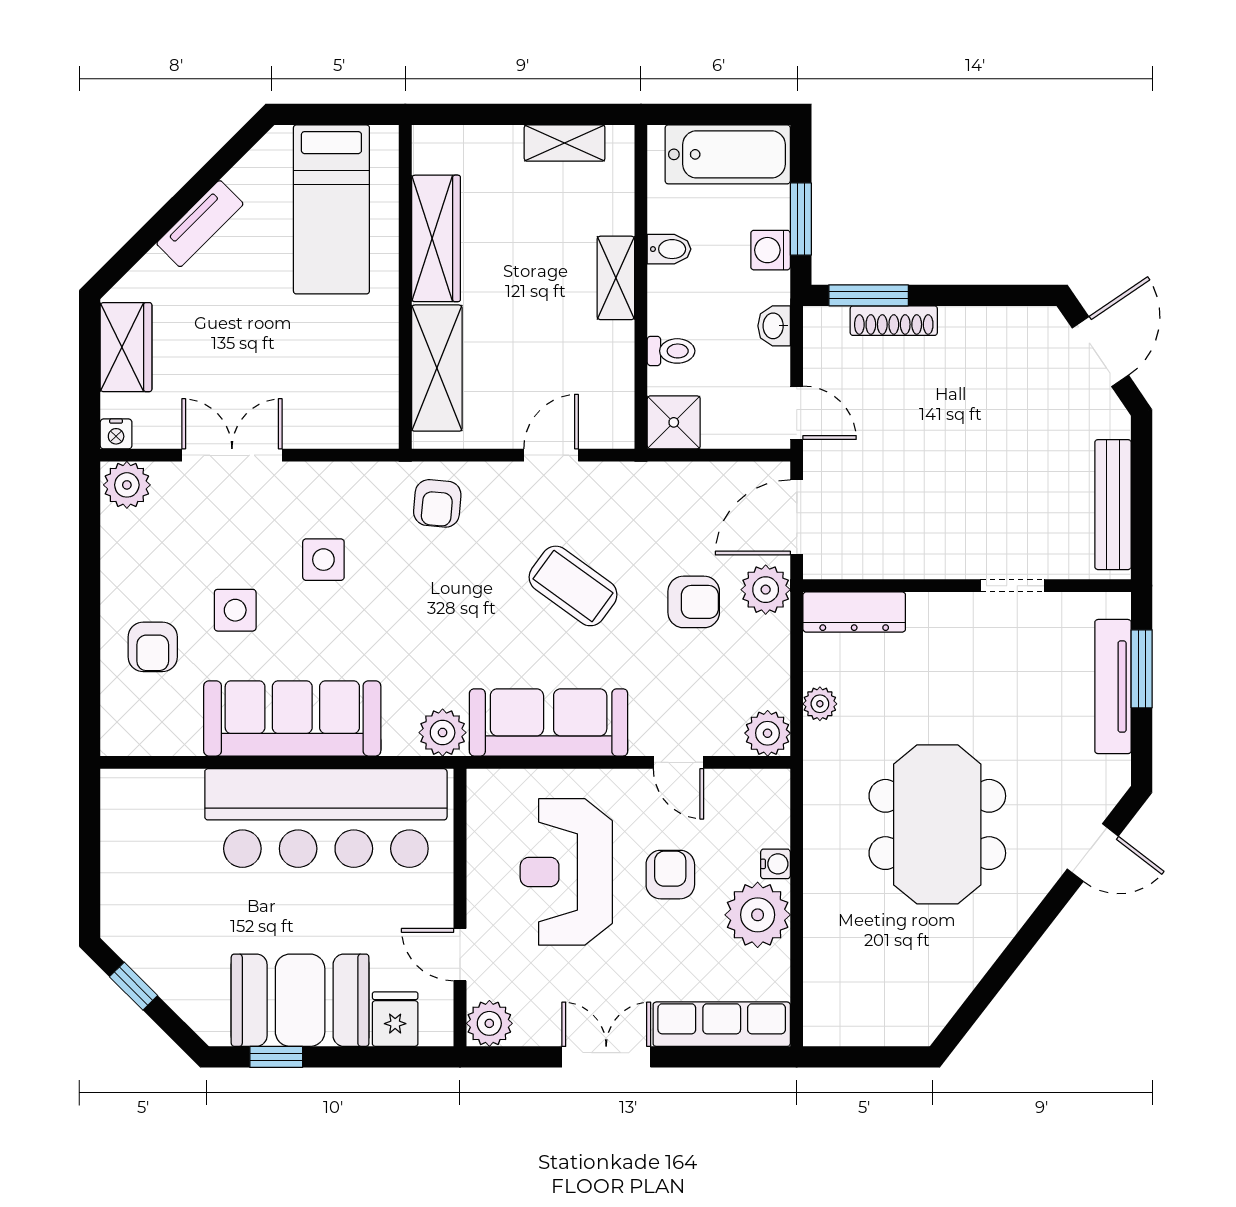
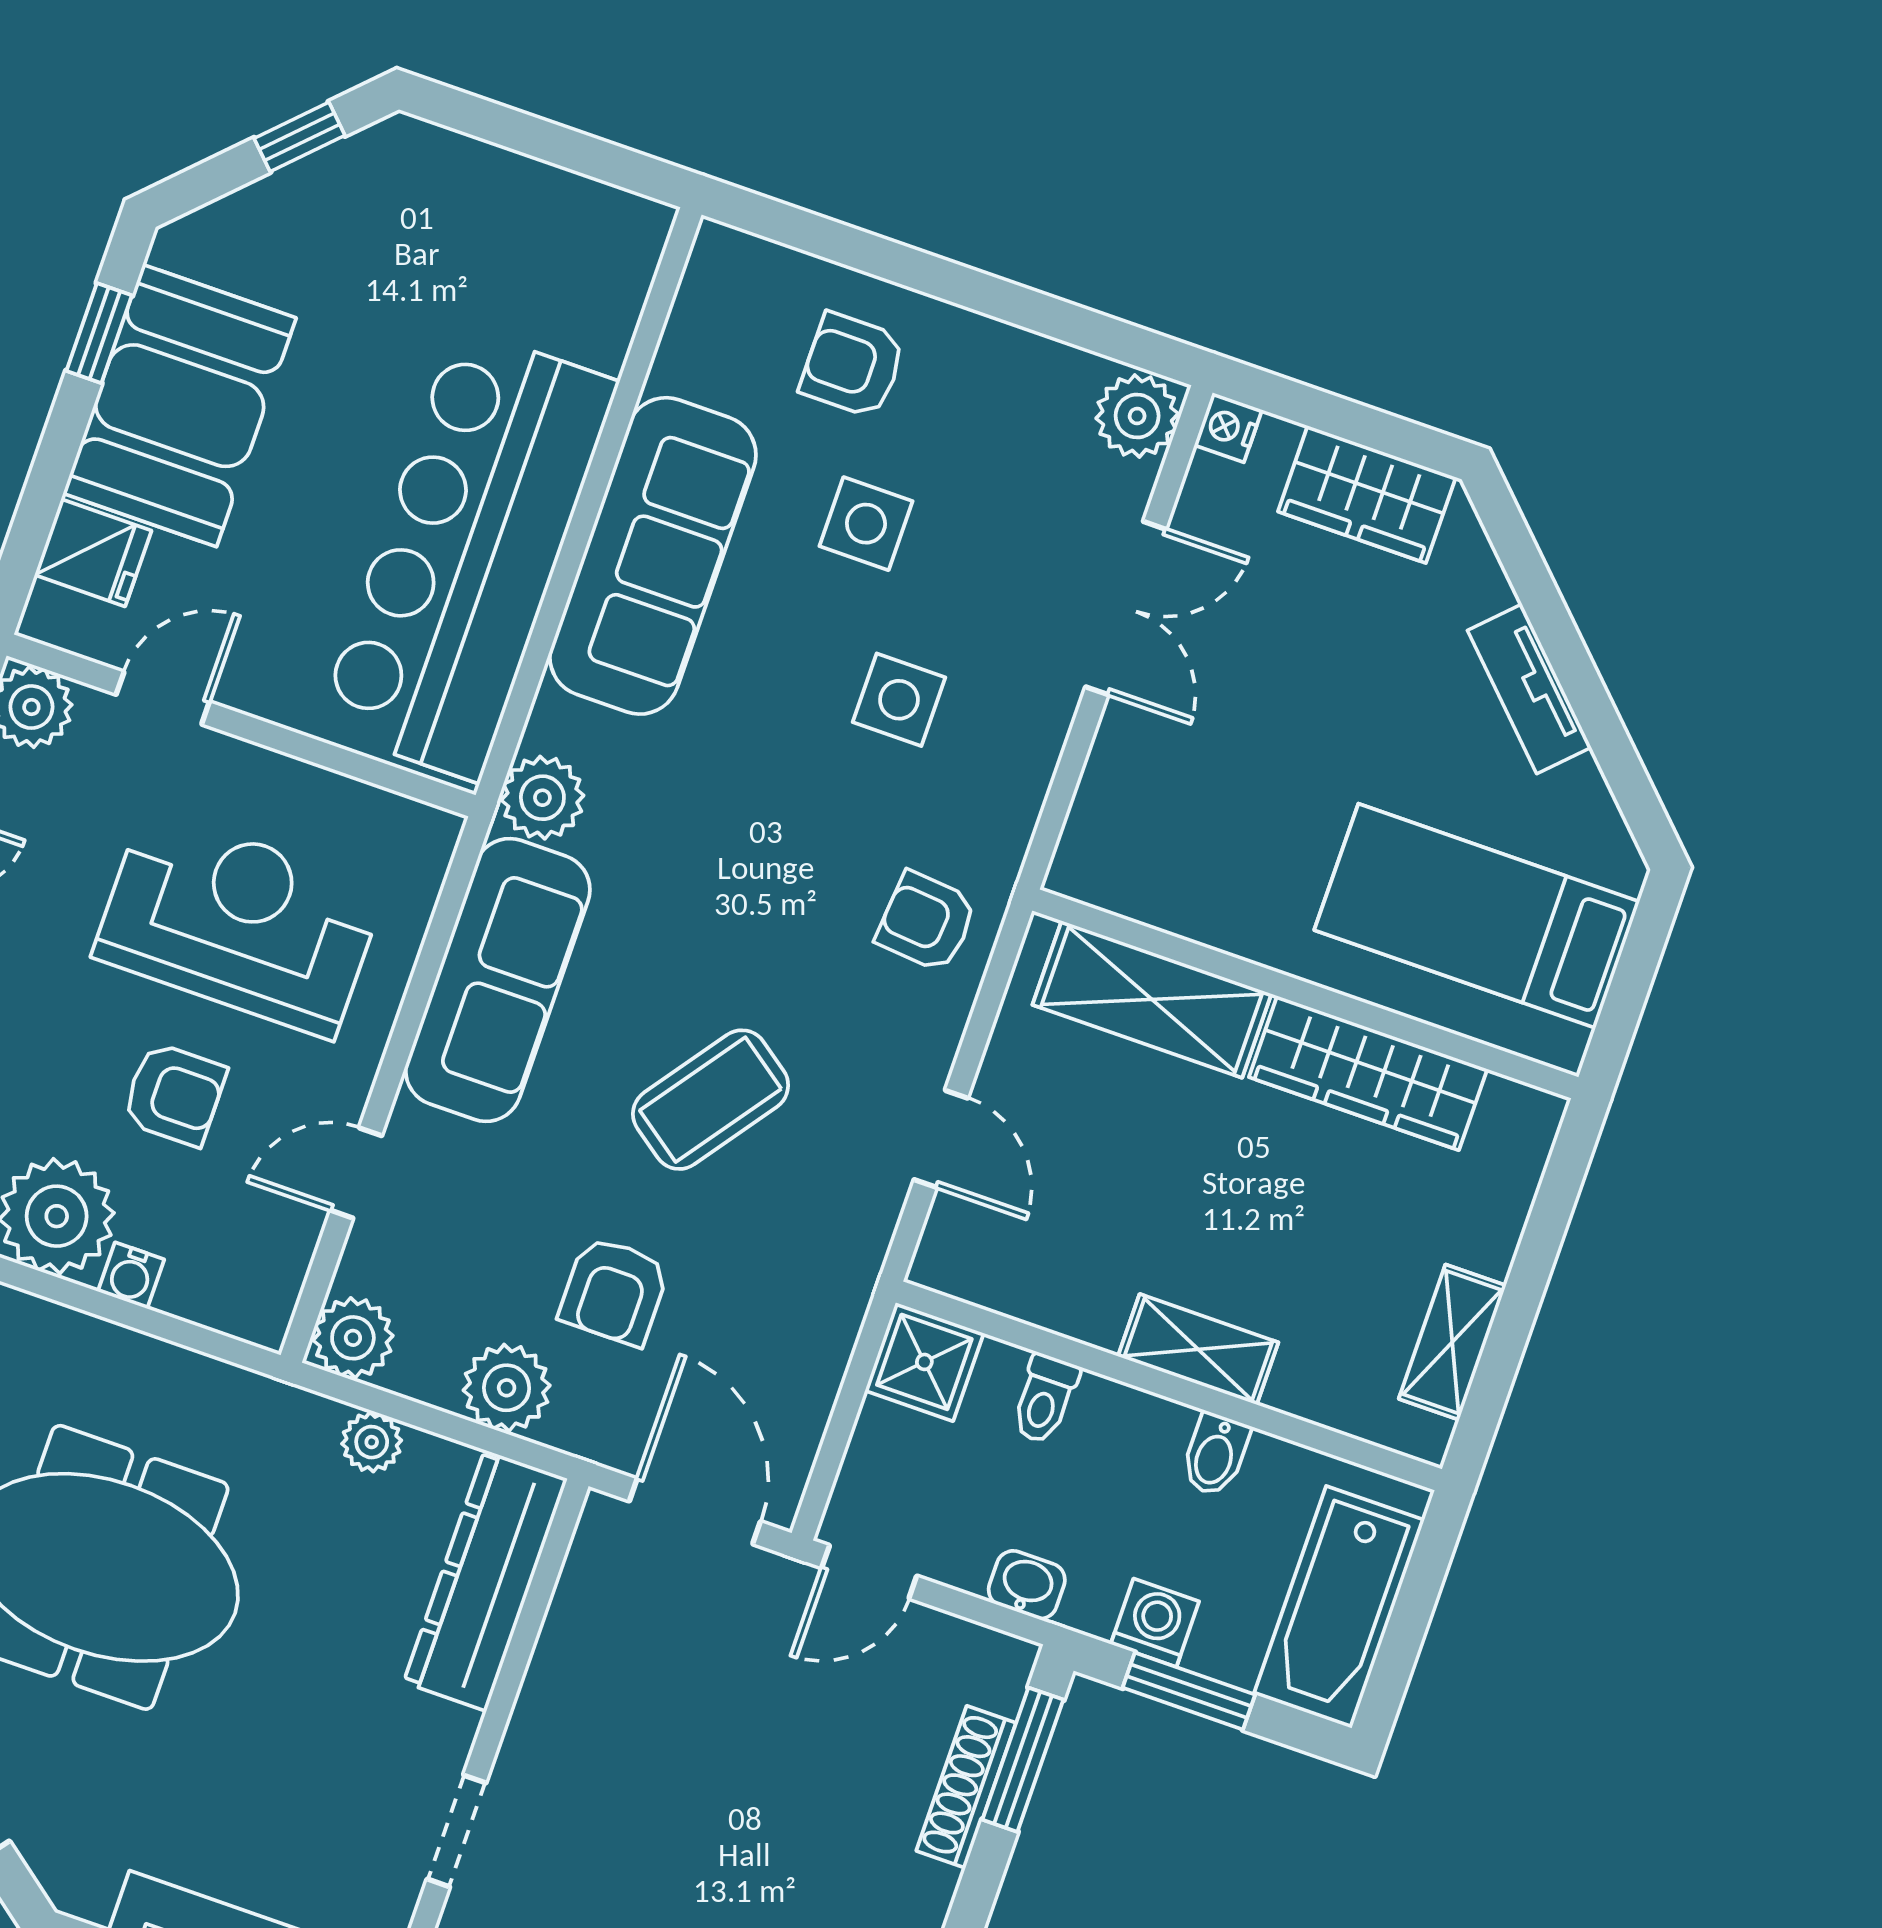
plant: (766, 590) -> (507, 1388), moved
dresser: (854, 612) -> (485, 1581), width x1.37, depth x1.24

